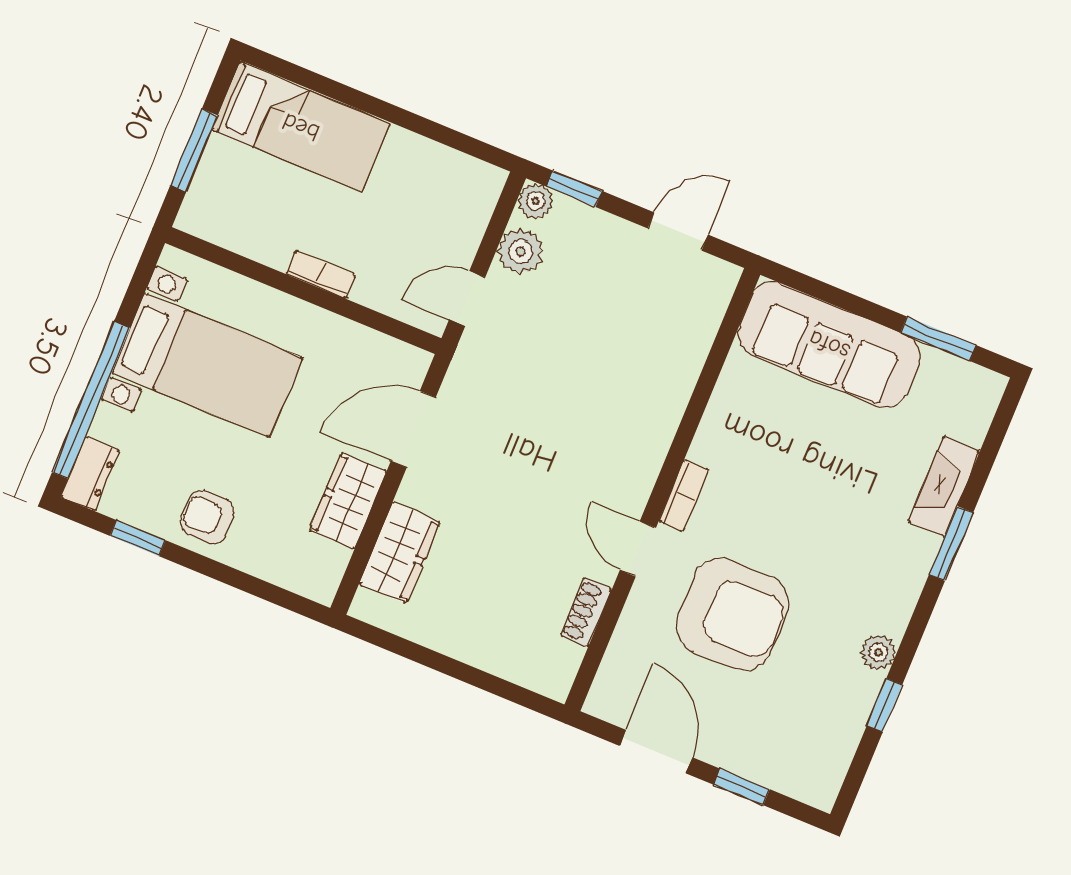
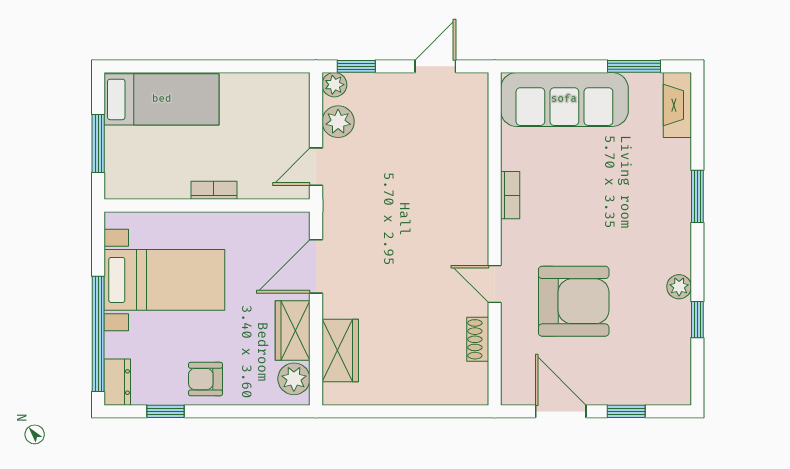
fireplace: (944, 486) -> (677, 105), moved
bookcase: (684, 495) -> (510, 195), moved
plant: (324, 565) -> (294, 379), added

